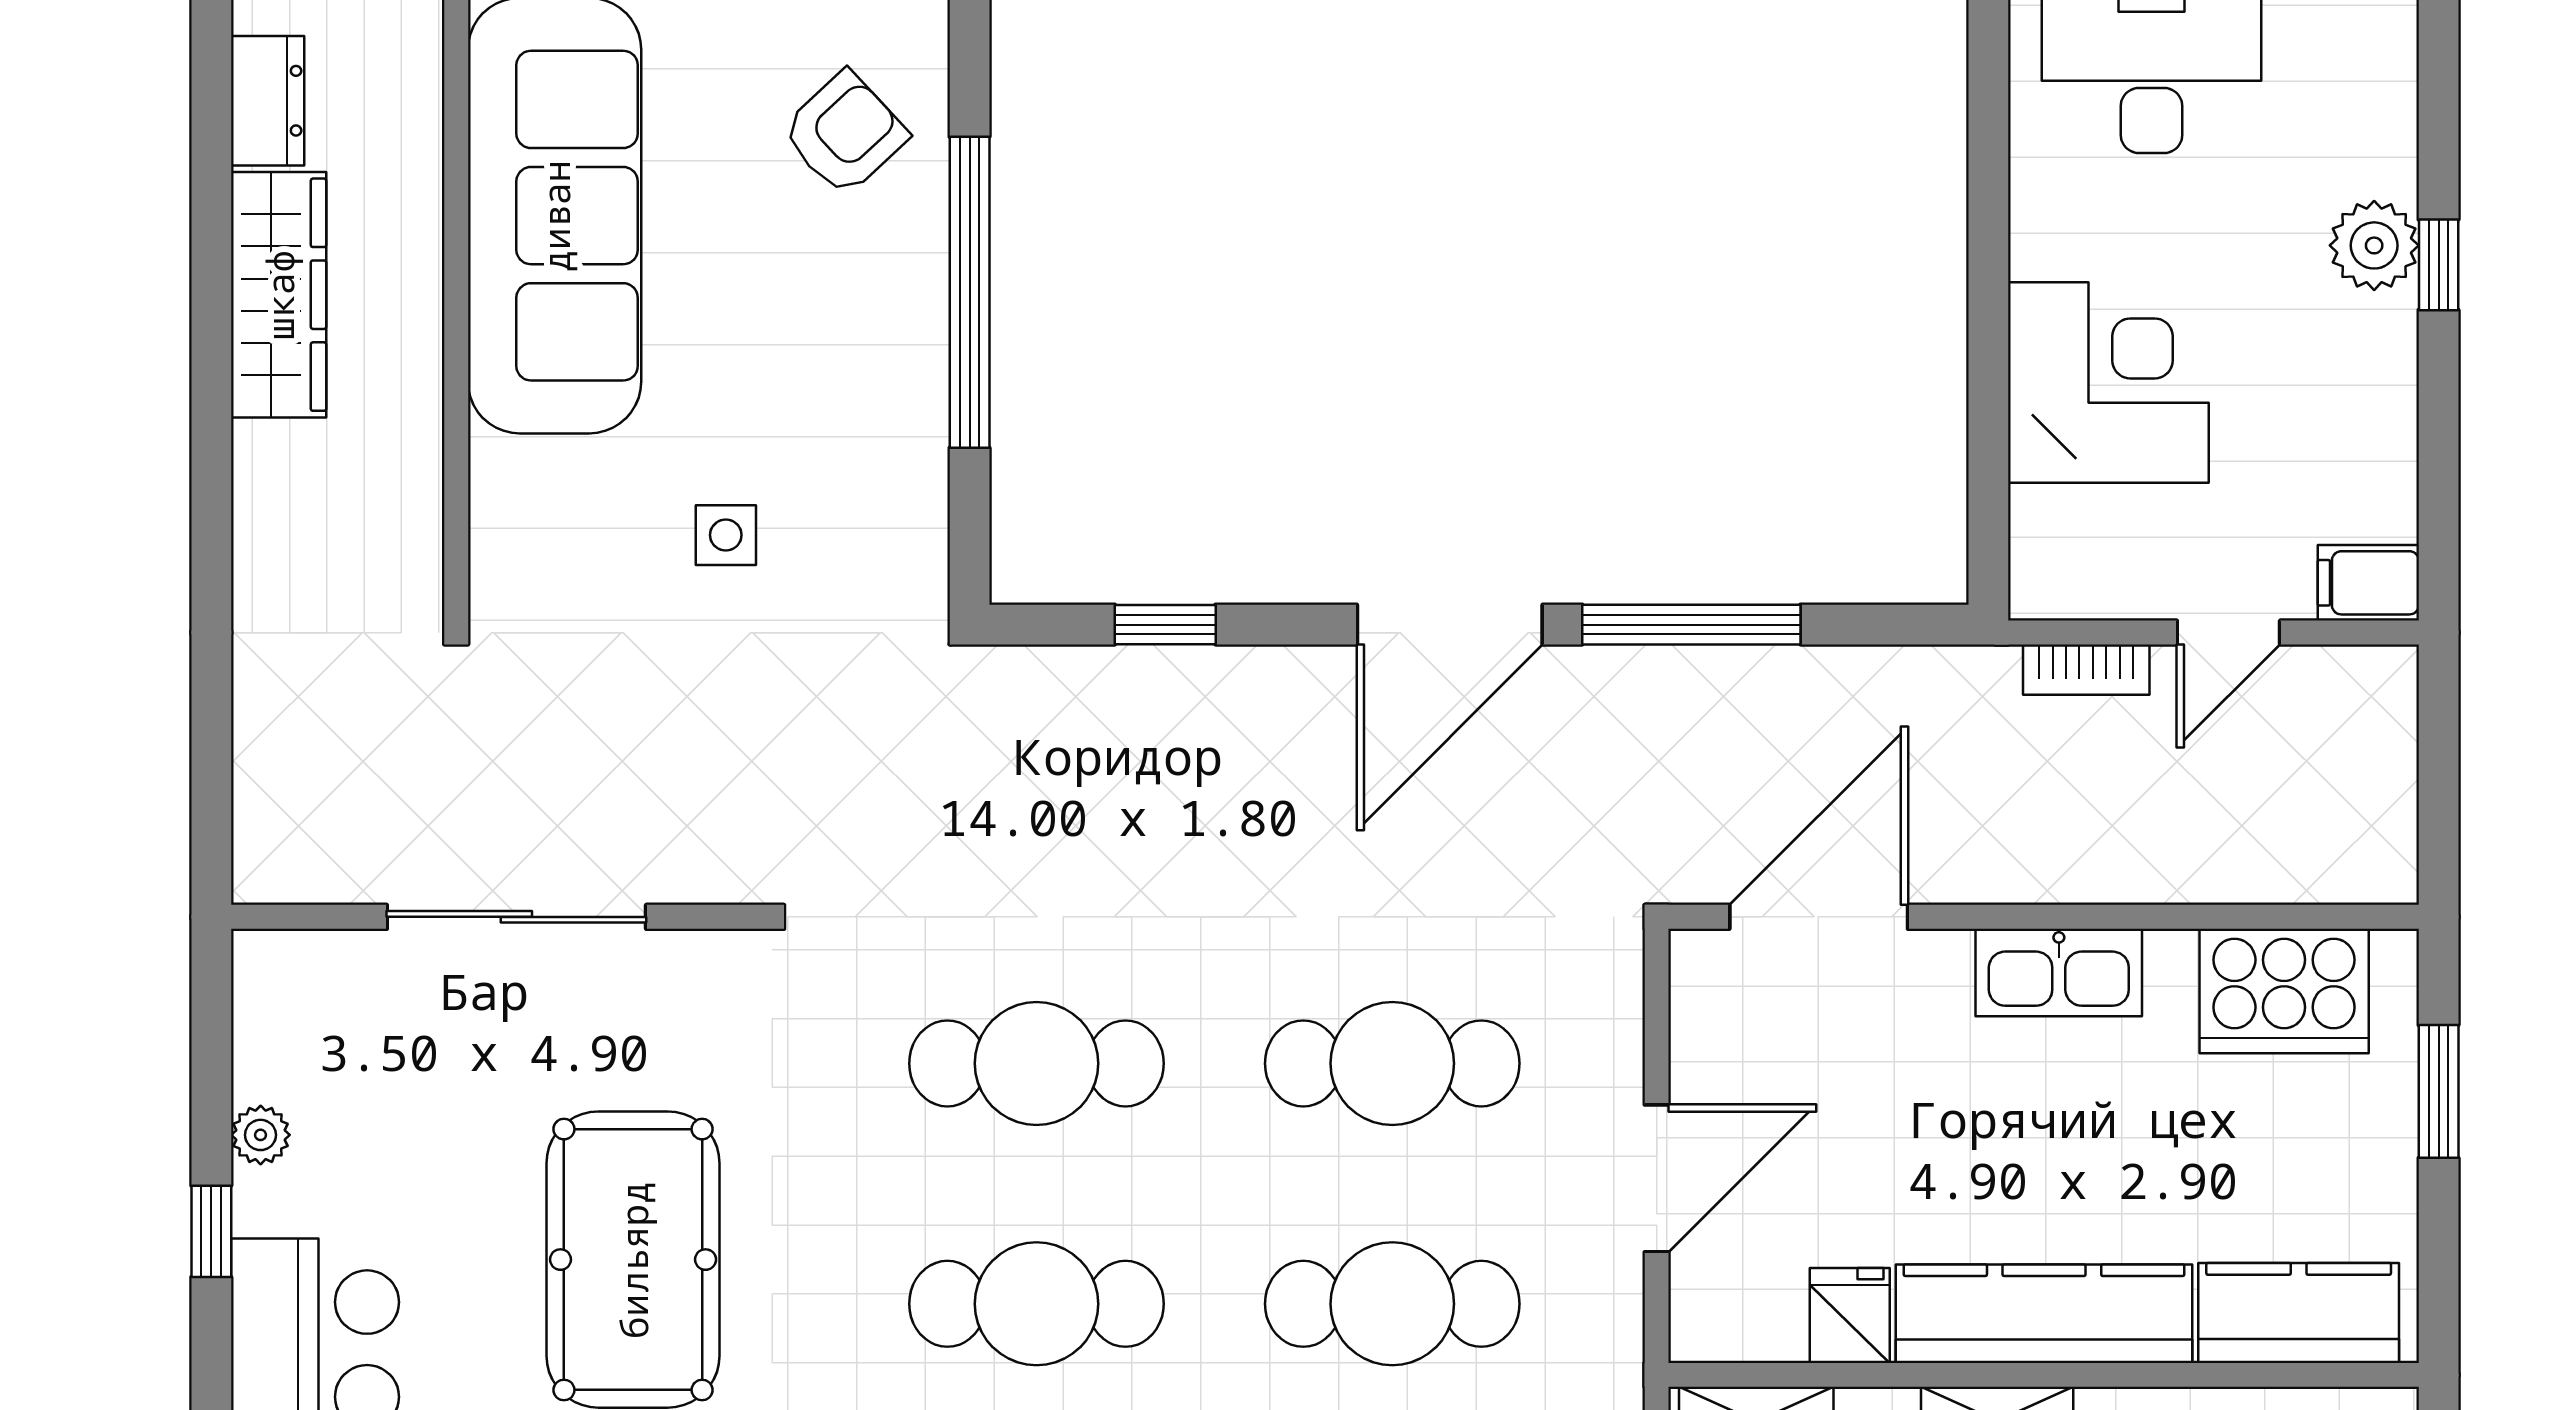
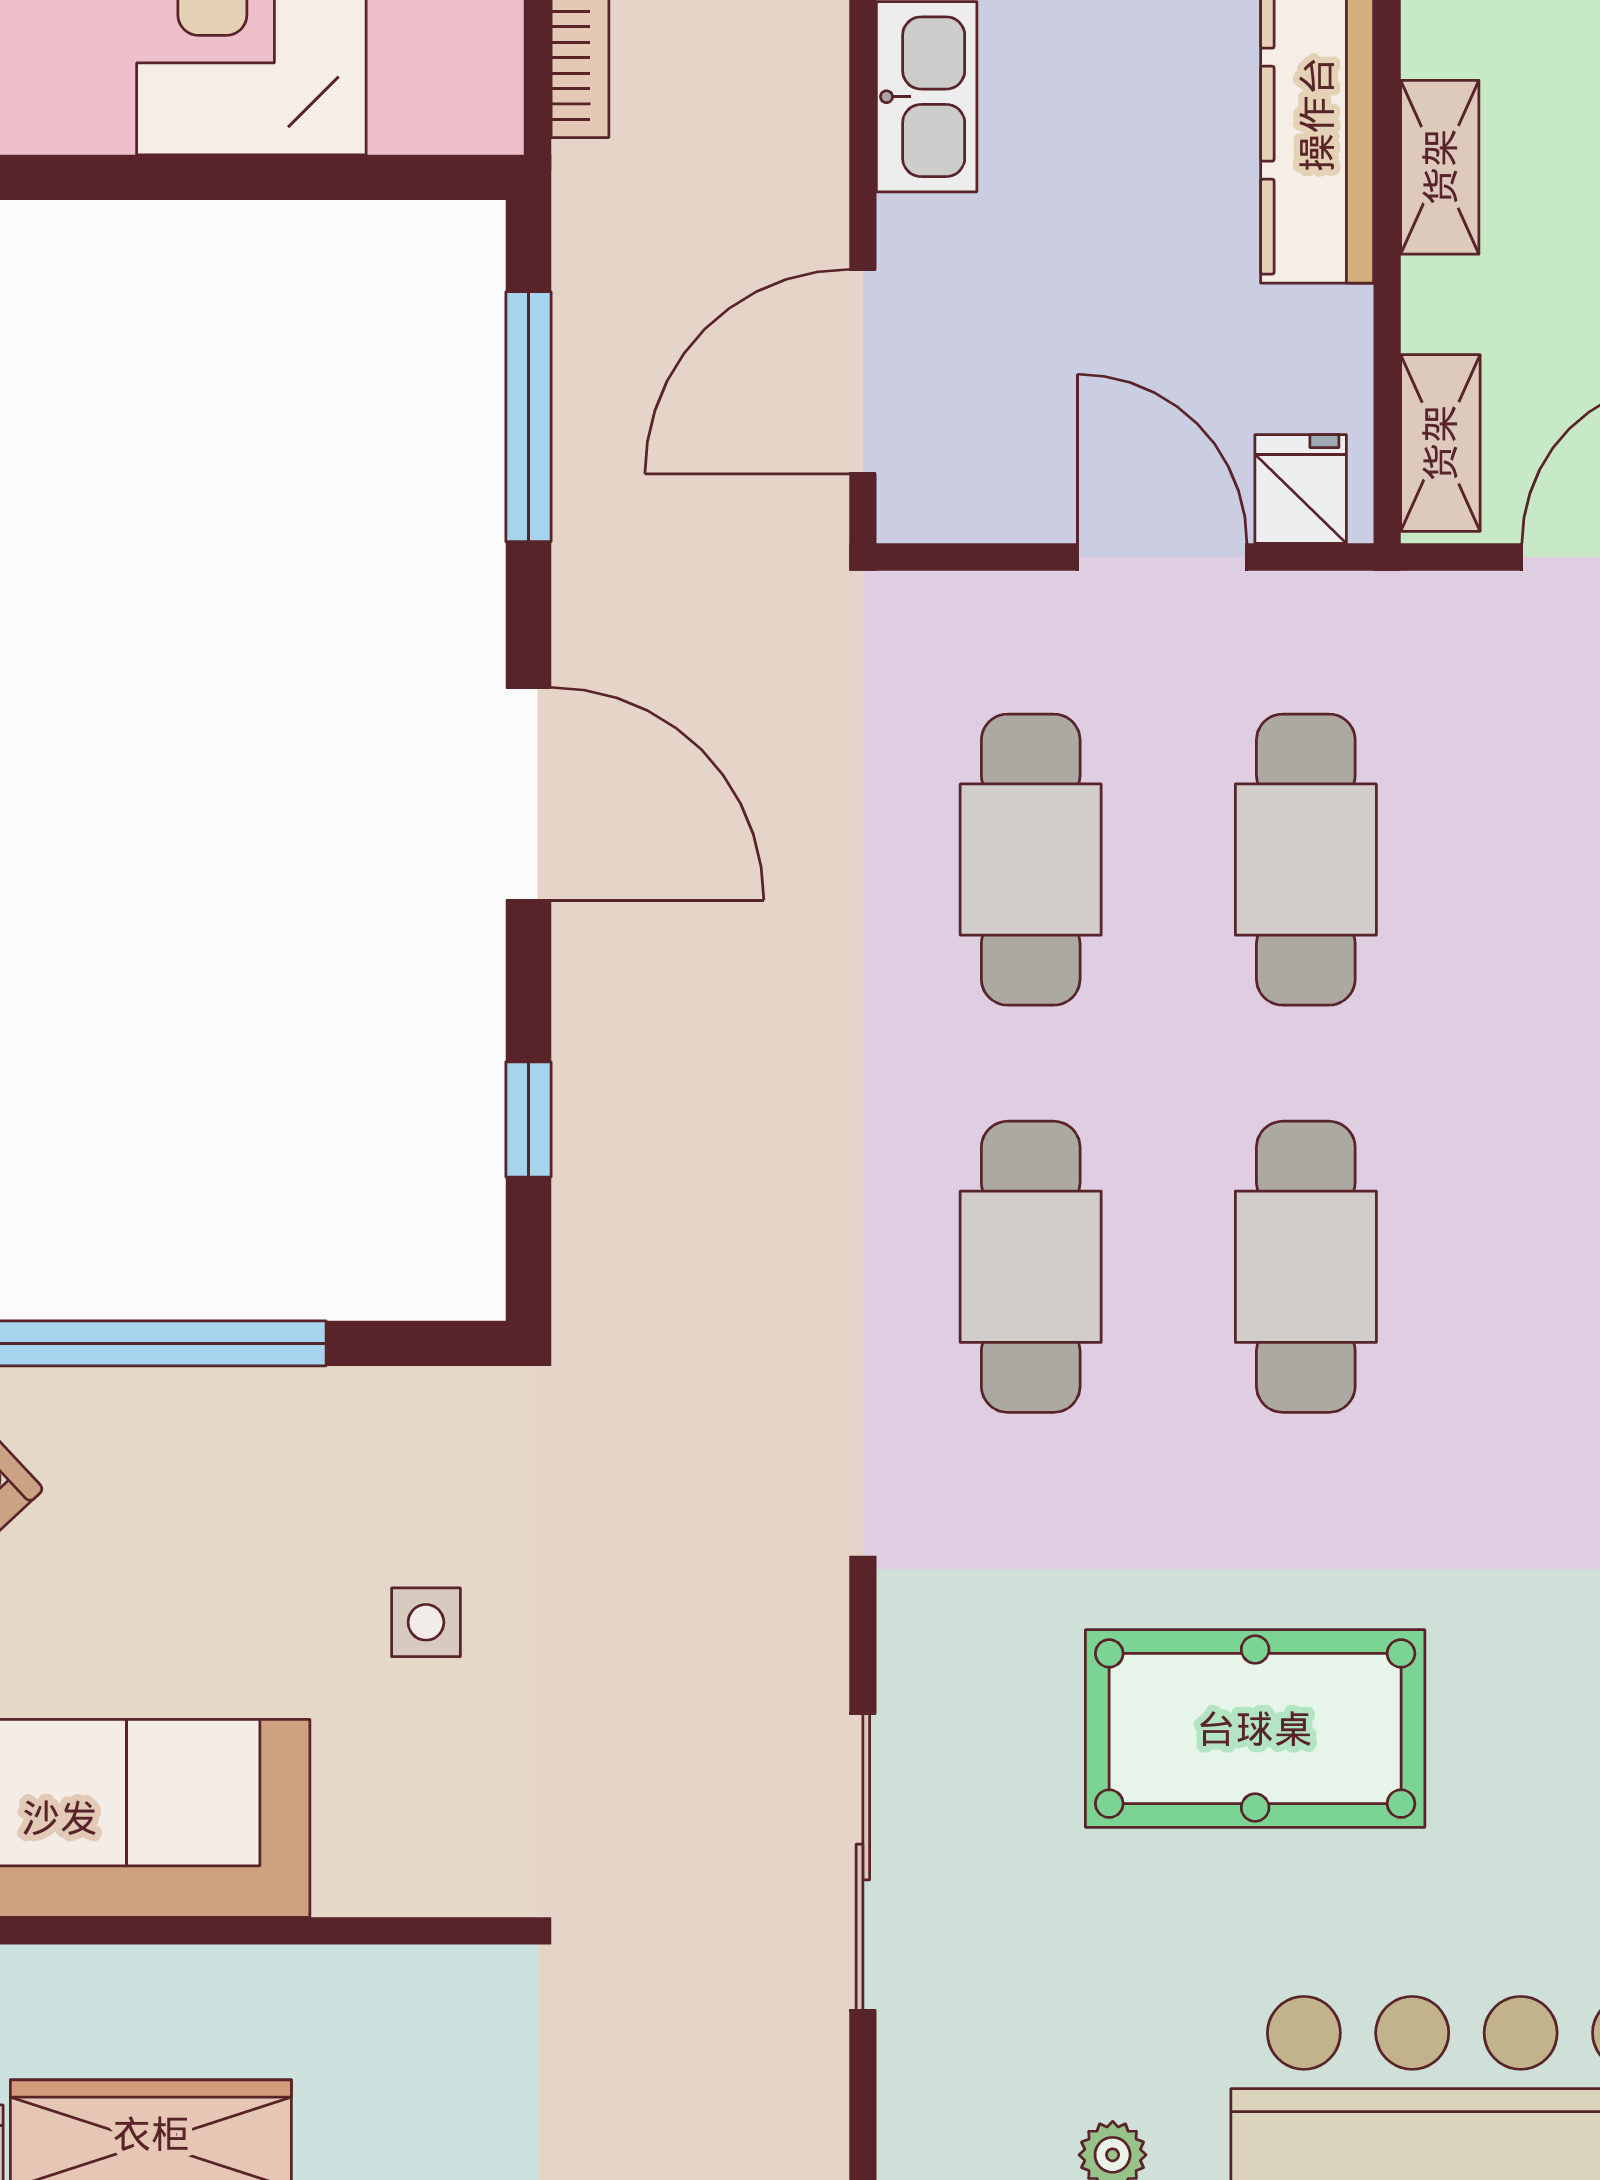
window: (1691, 625) -> (528, 417), moved
door: (1819, 917) -> (863, 372), hinge flipped
fridge: (1850, 1315) -> (1301, 489), moved, turned 90

